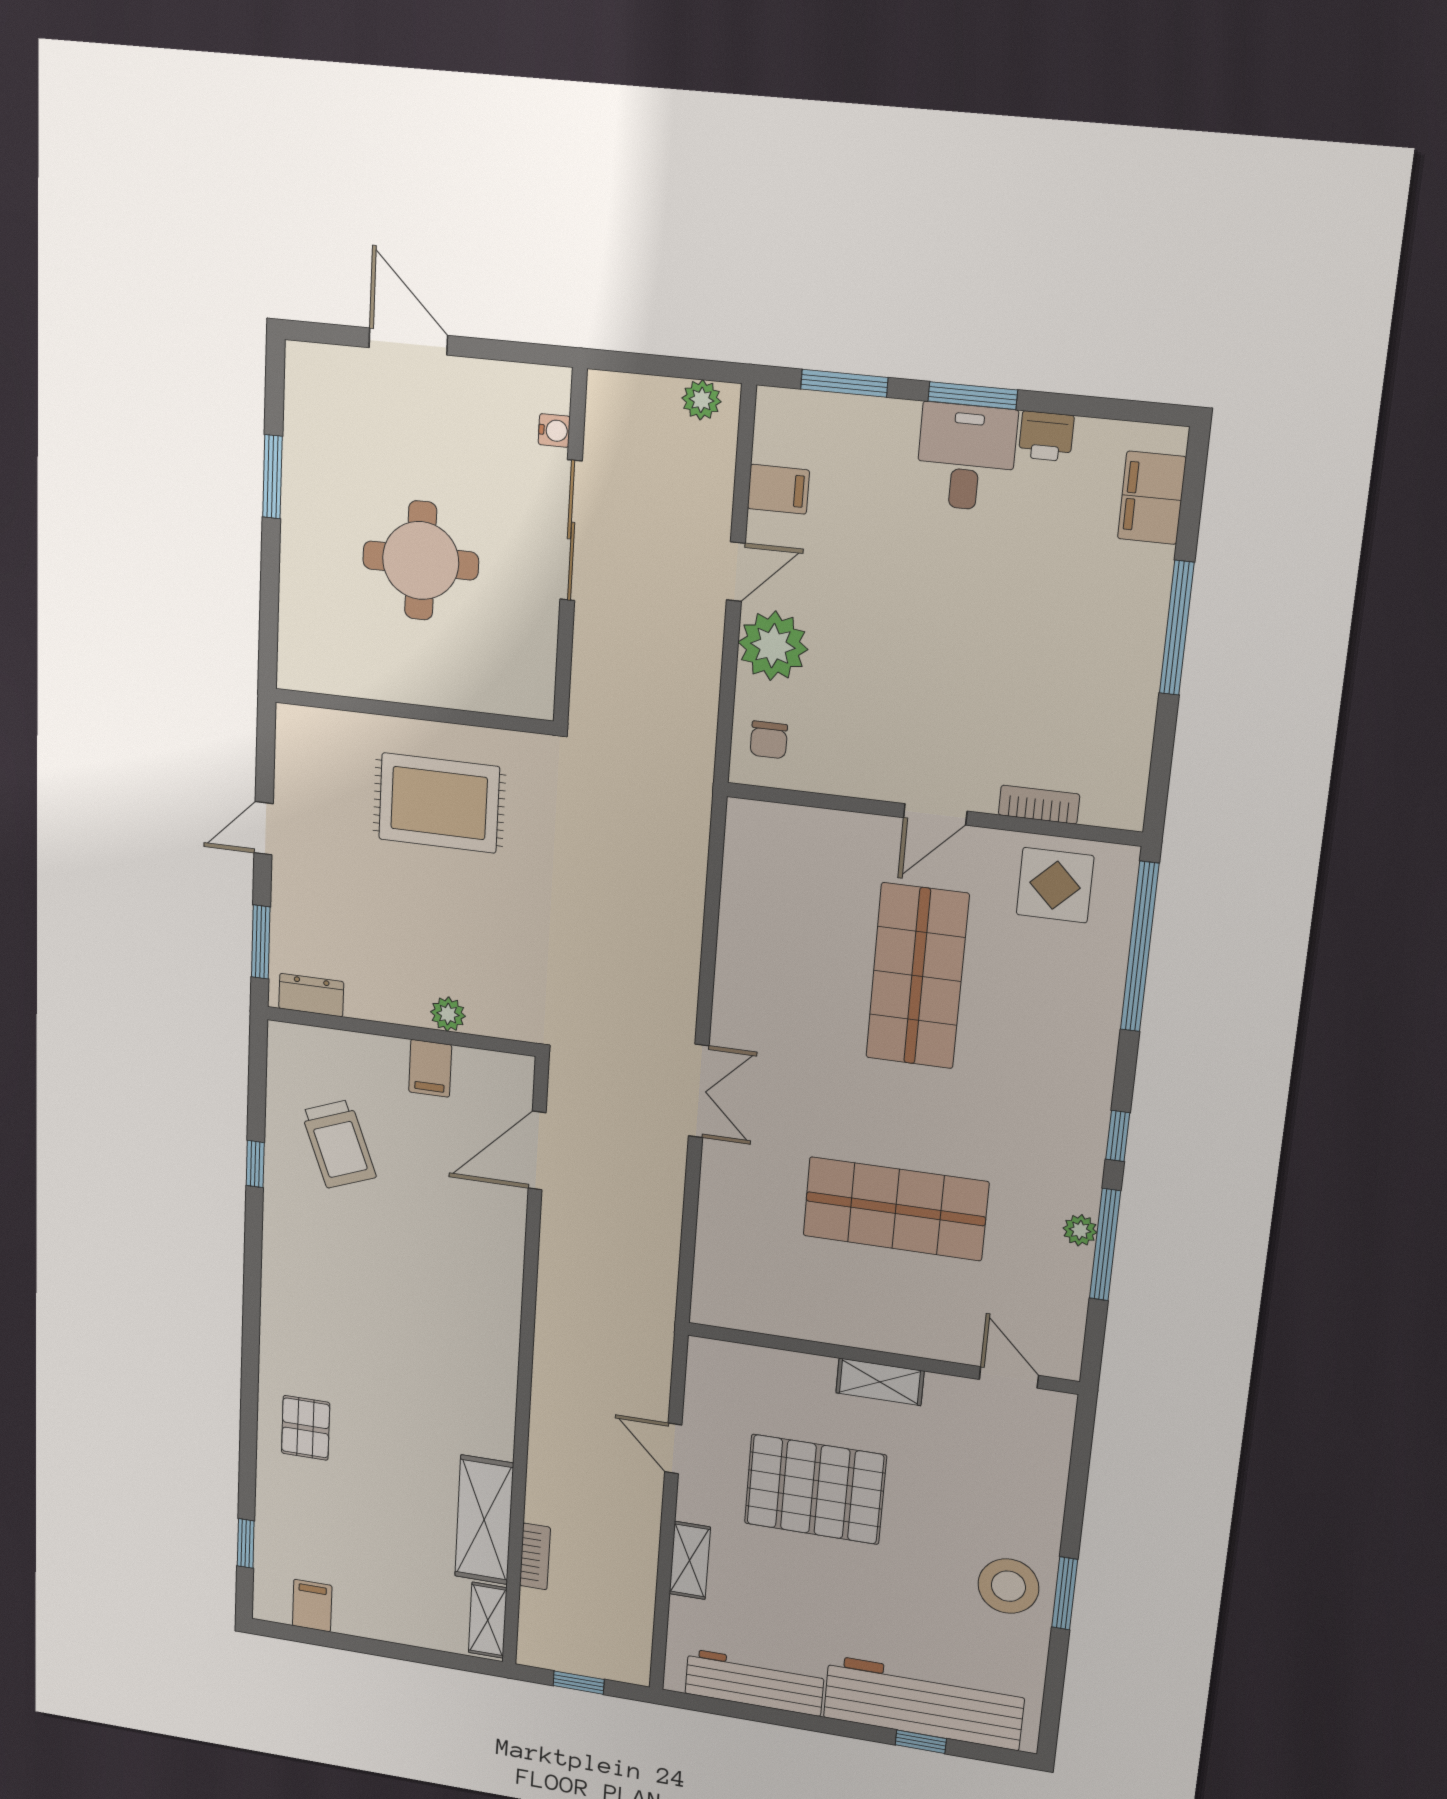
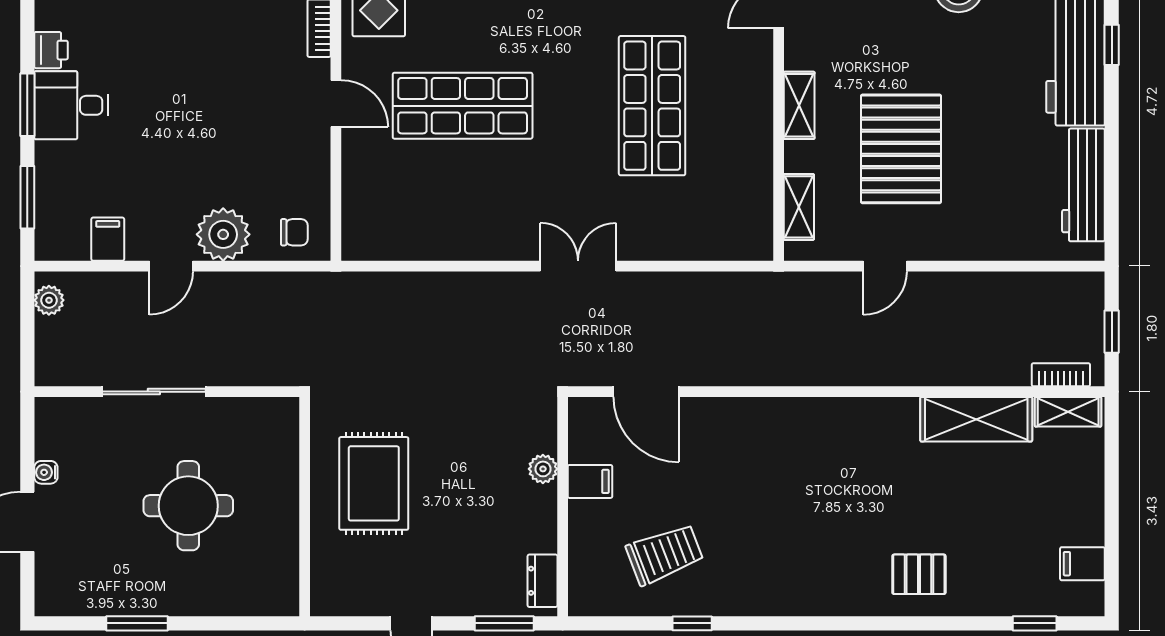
water cooler: (554, 430) -> (46, 472), moved, turned -90
door: (736, 572) -> (171, 266), swing flipped
bookcase: (535, 1556) -> (1061, 375), moved
shelving: (690, 1560) -> (799, 207), moved, turned 90

